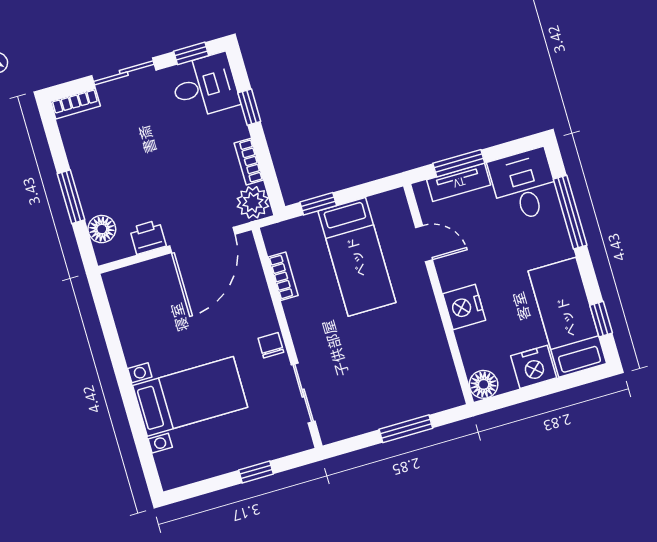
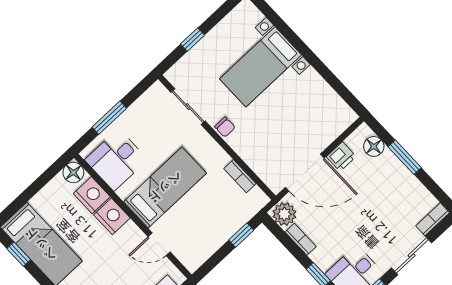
door: (202, 240) -> (305, 173), swing flipped
bed: (357, 257) -> (165, 187), moved, turned 90
nightstand: (534, 367) -> (92, 195), moved, turned 90
desk: (424, 373) -> (116, 160), added

